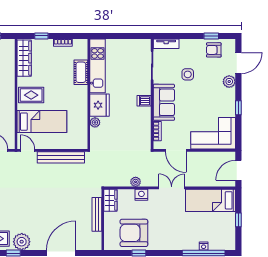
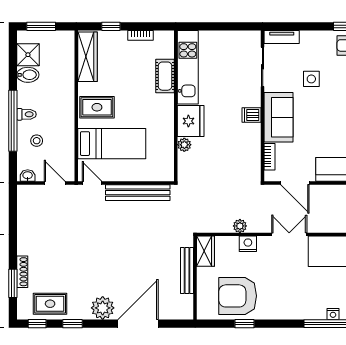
plant: (22, 242) -> (103, 308), moved

